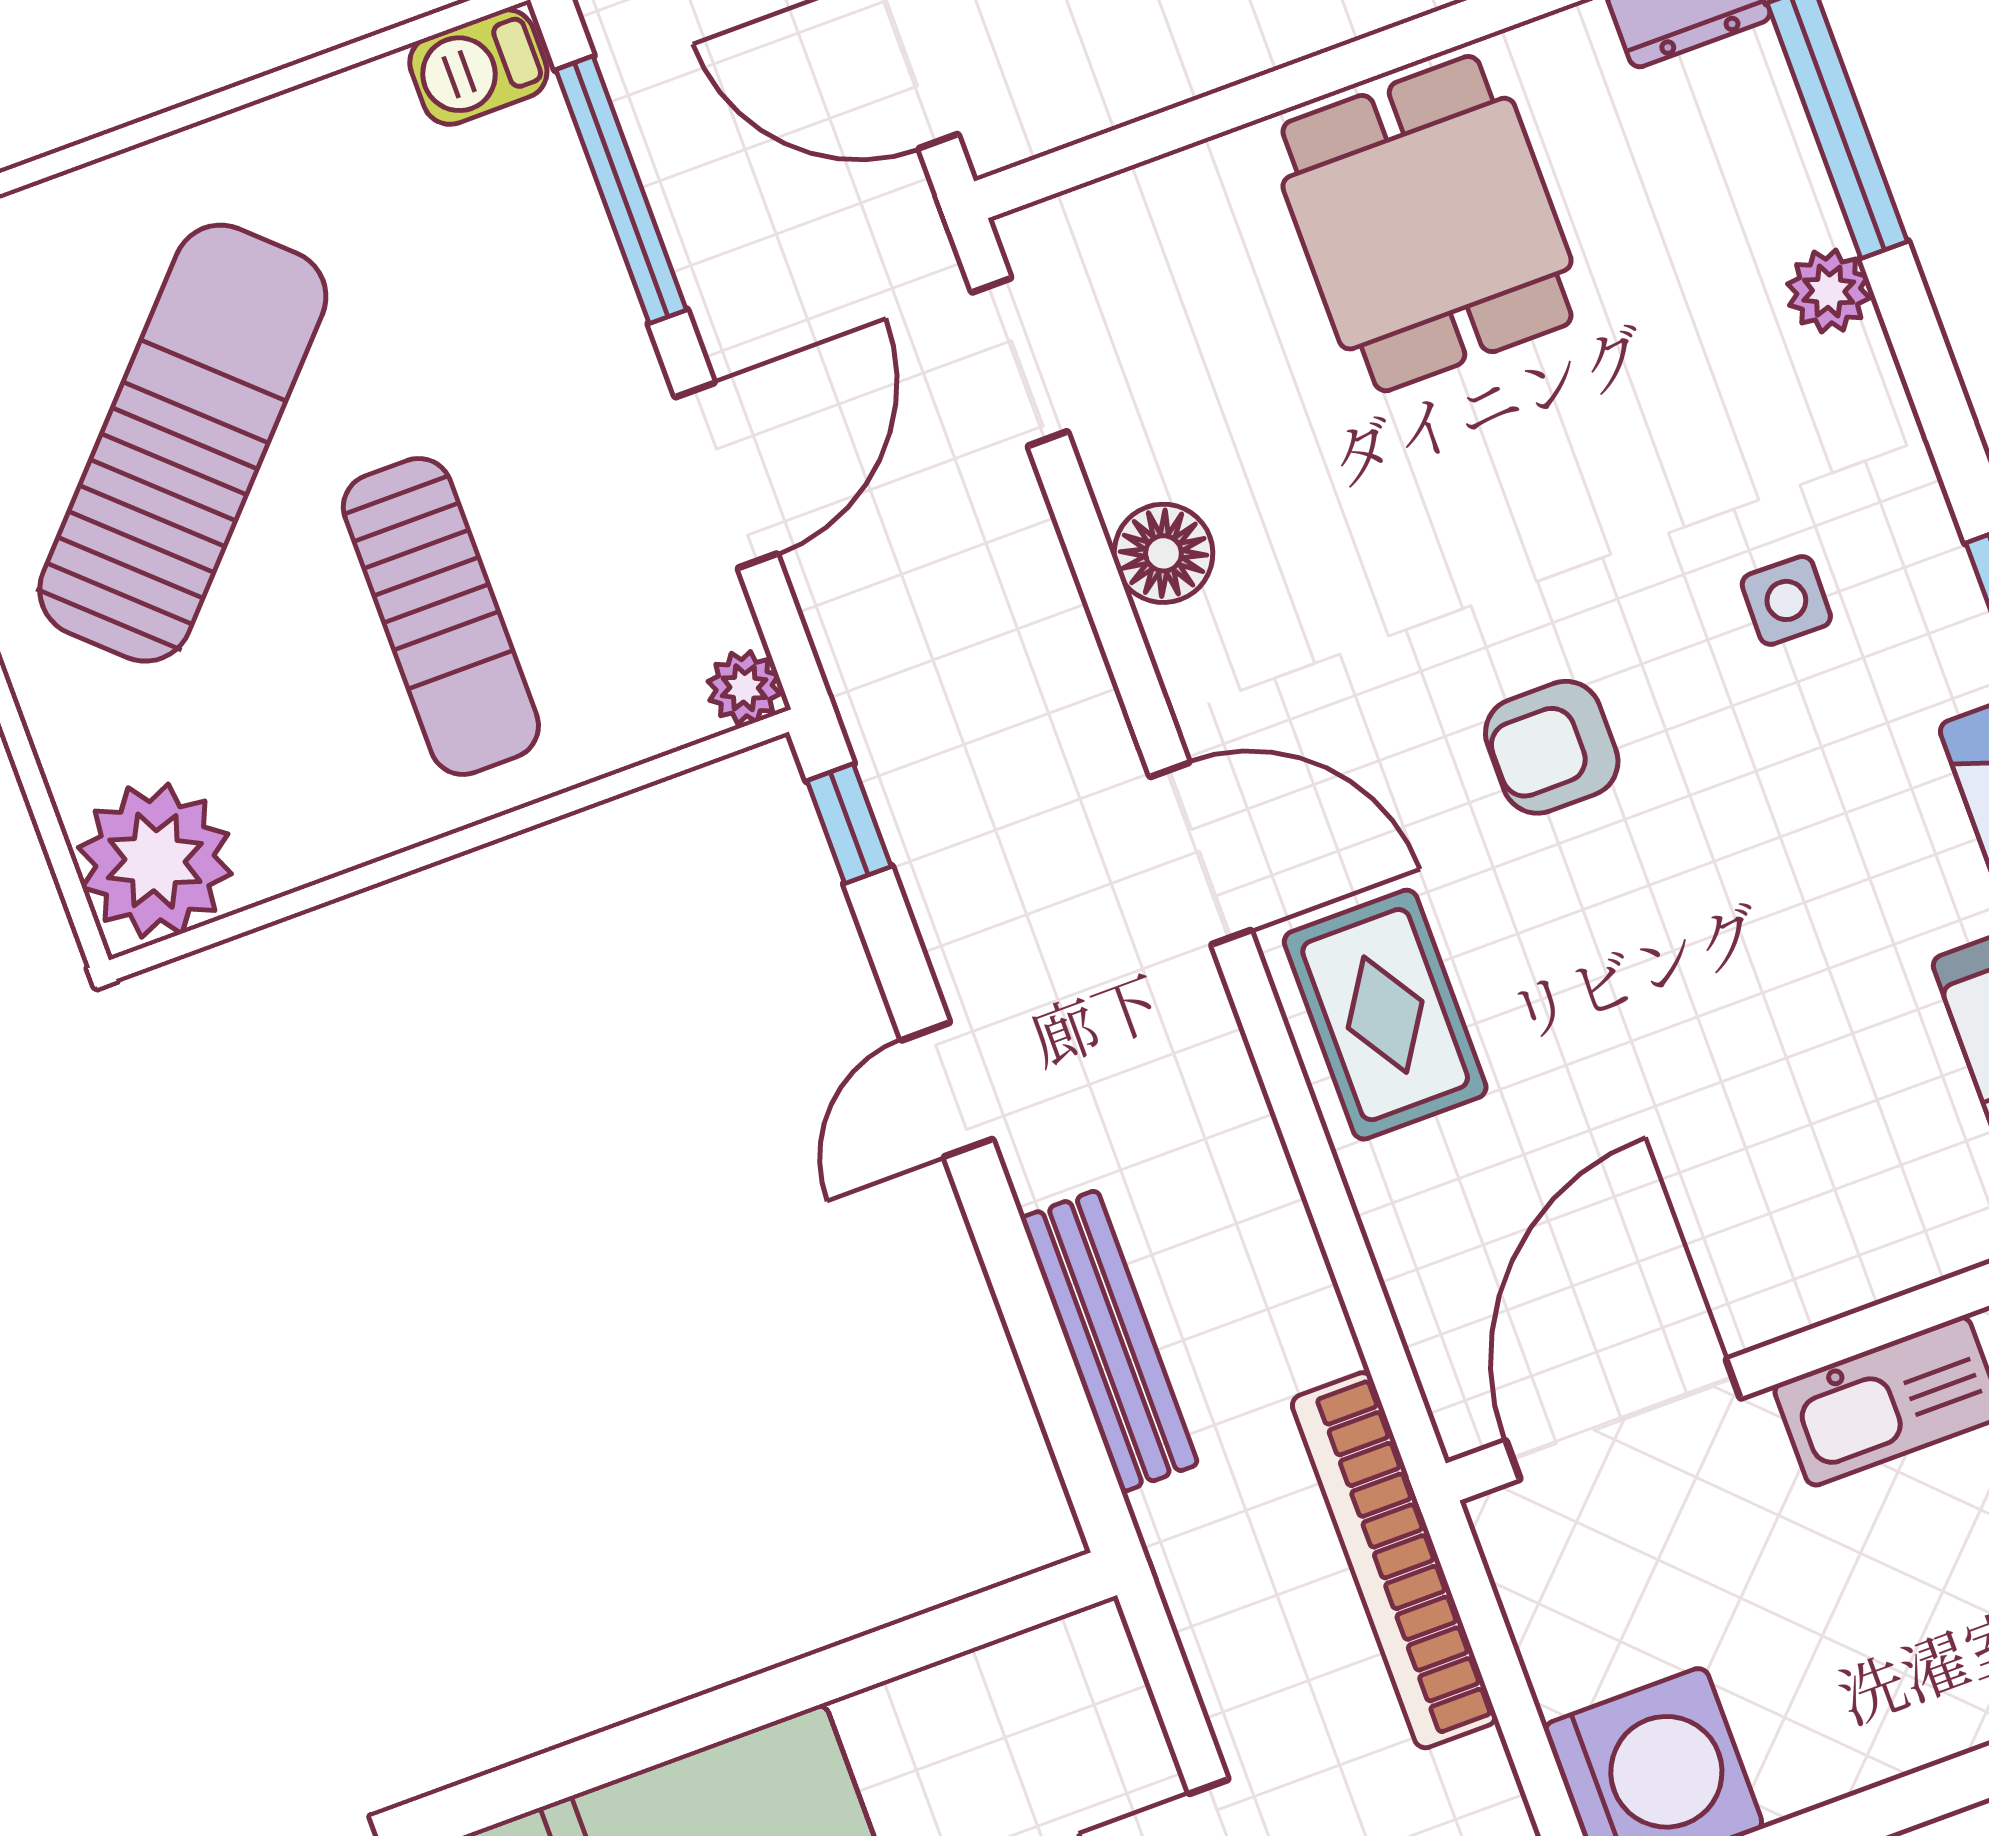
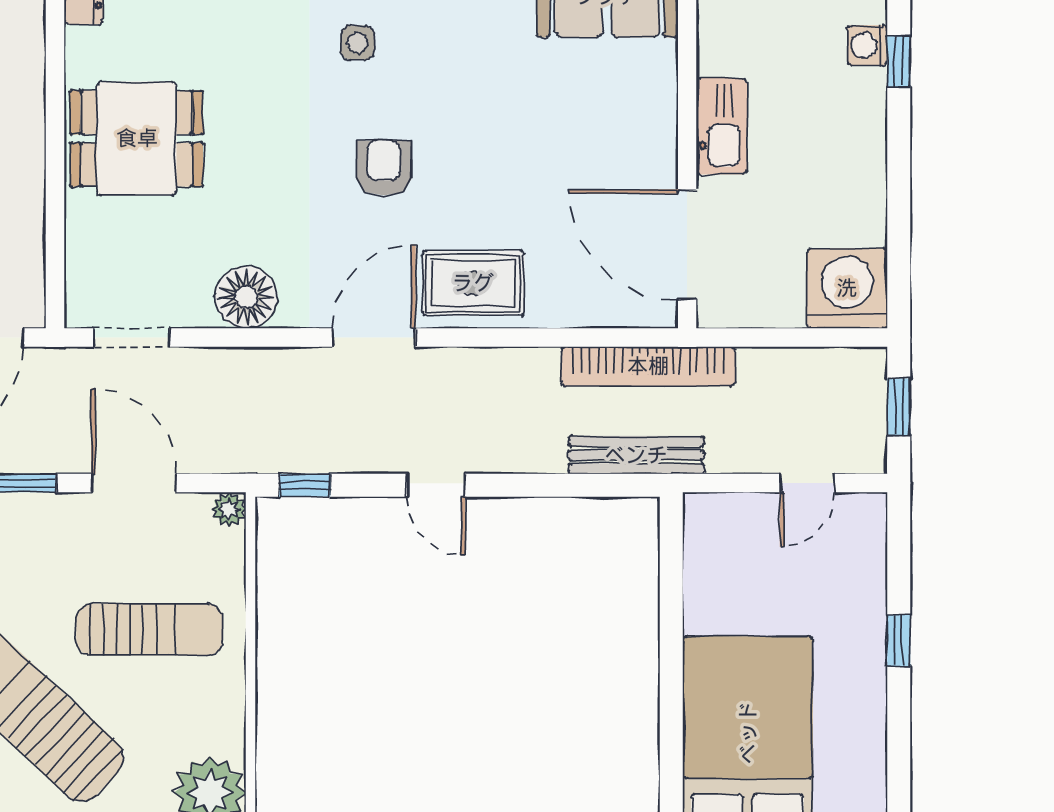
floor lamp: (1163, 553) -> (246, 297), width x1.38, depth x1.38
armchair: (1552, 747) -> (384, 168), turned 180
bench: (1109, 1341) -> (636, 455), moved
bookcase: (1394, 1560) -> (648, 366), moved

